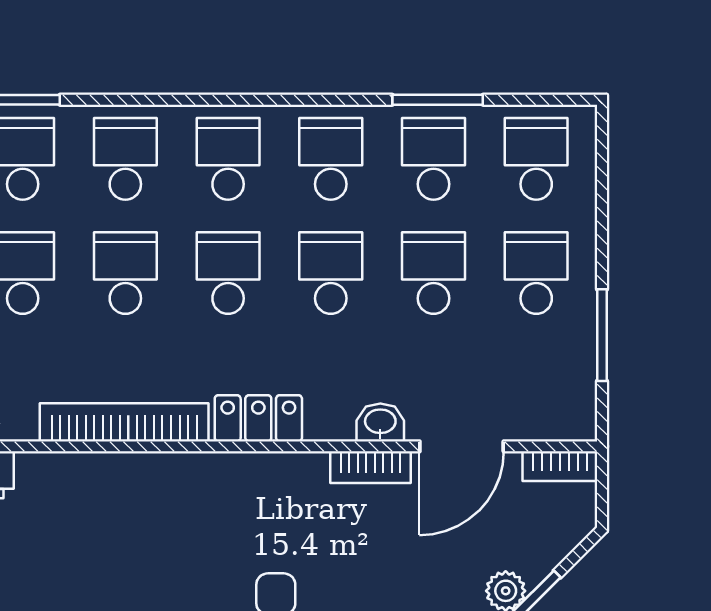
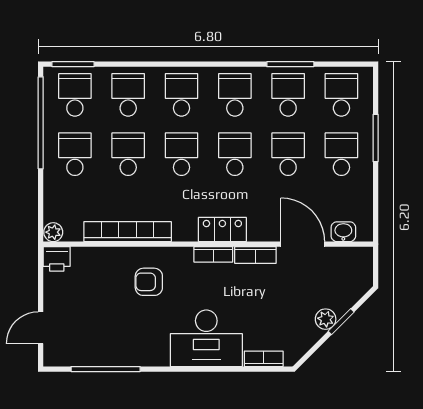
window: (602, 335) -> (376, 138), moved
locker: (258, 418) -> (222, 230), moved
washbasin: (380, 422) -> (343, 232), moved
door: (462, 446) -> (303, 244), swing flipped
bookcase: (560, 466) -> (213, 254), moved
armchair: (165, 519) -> (149, 282), added

